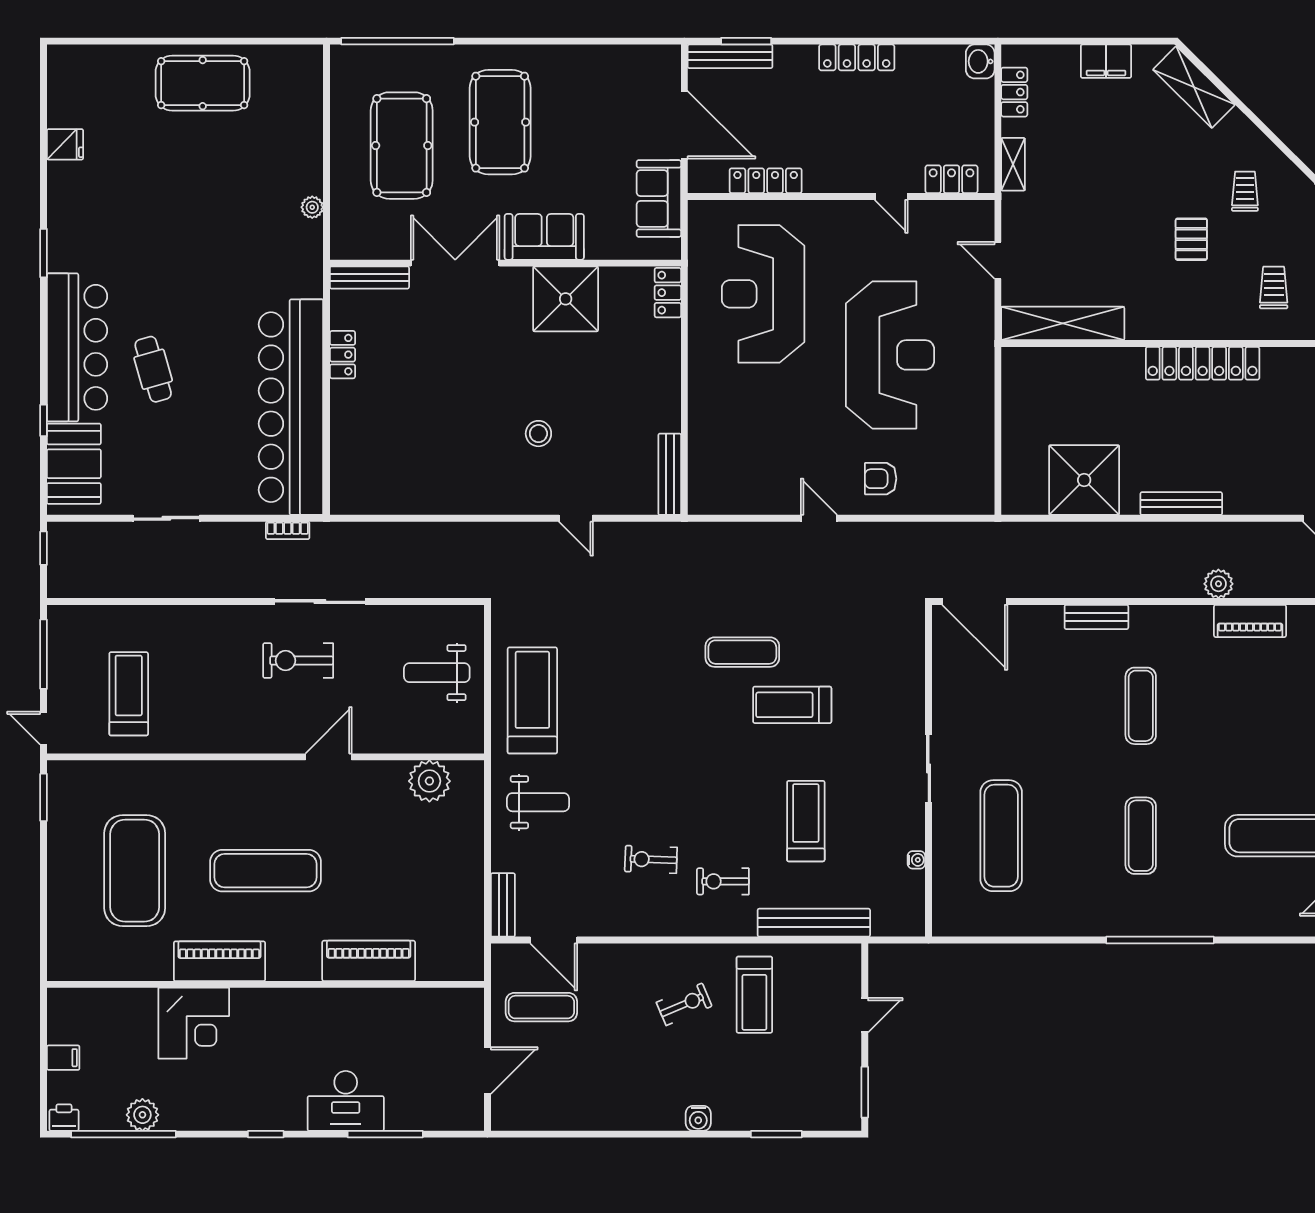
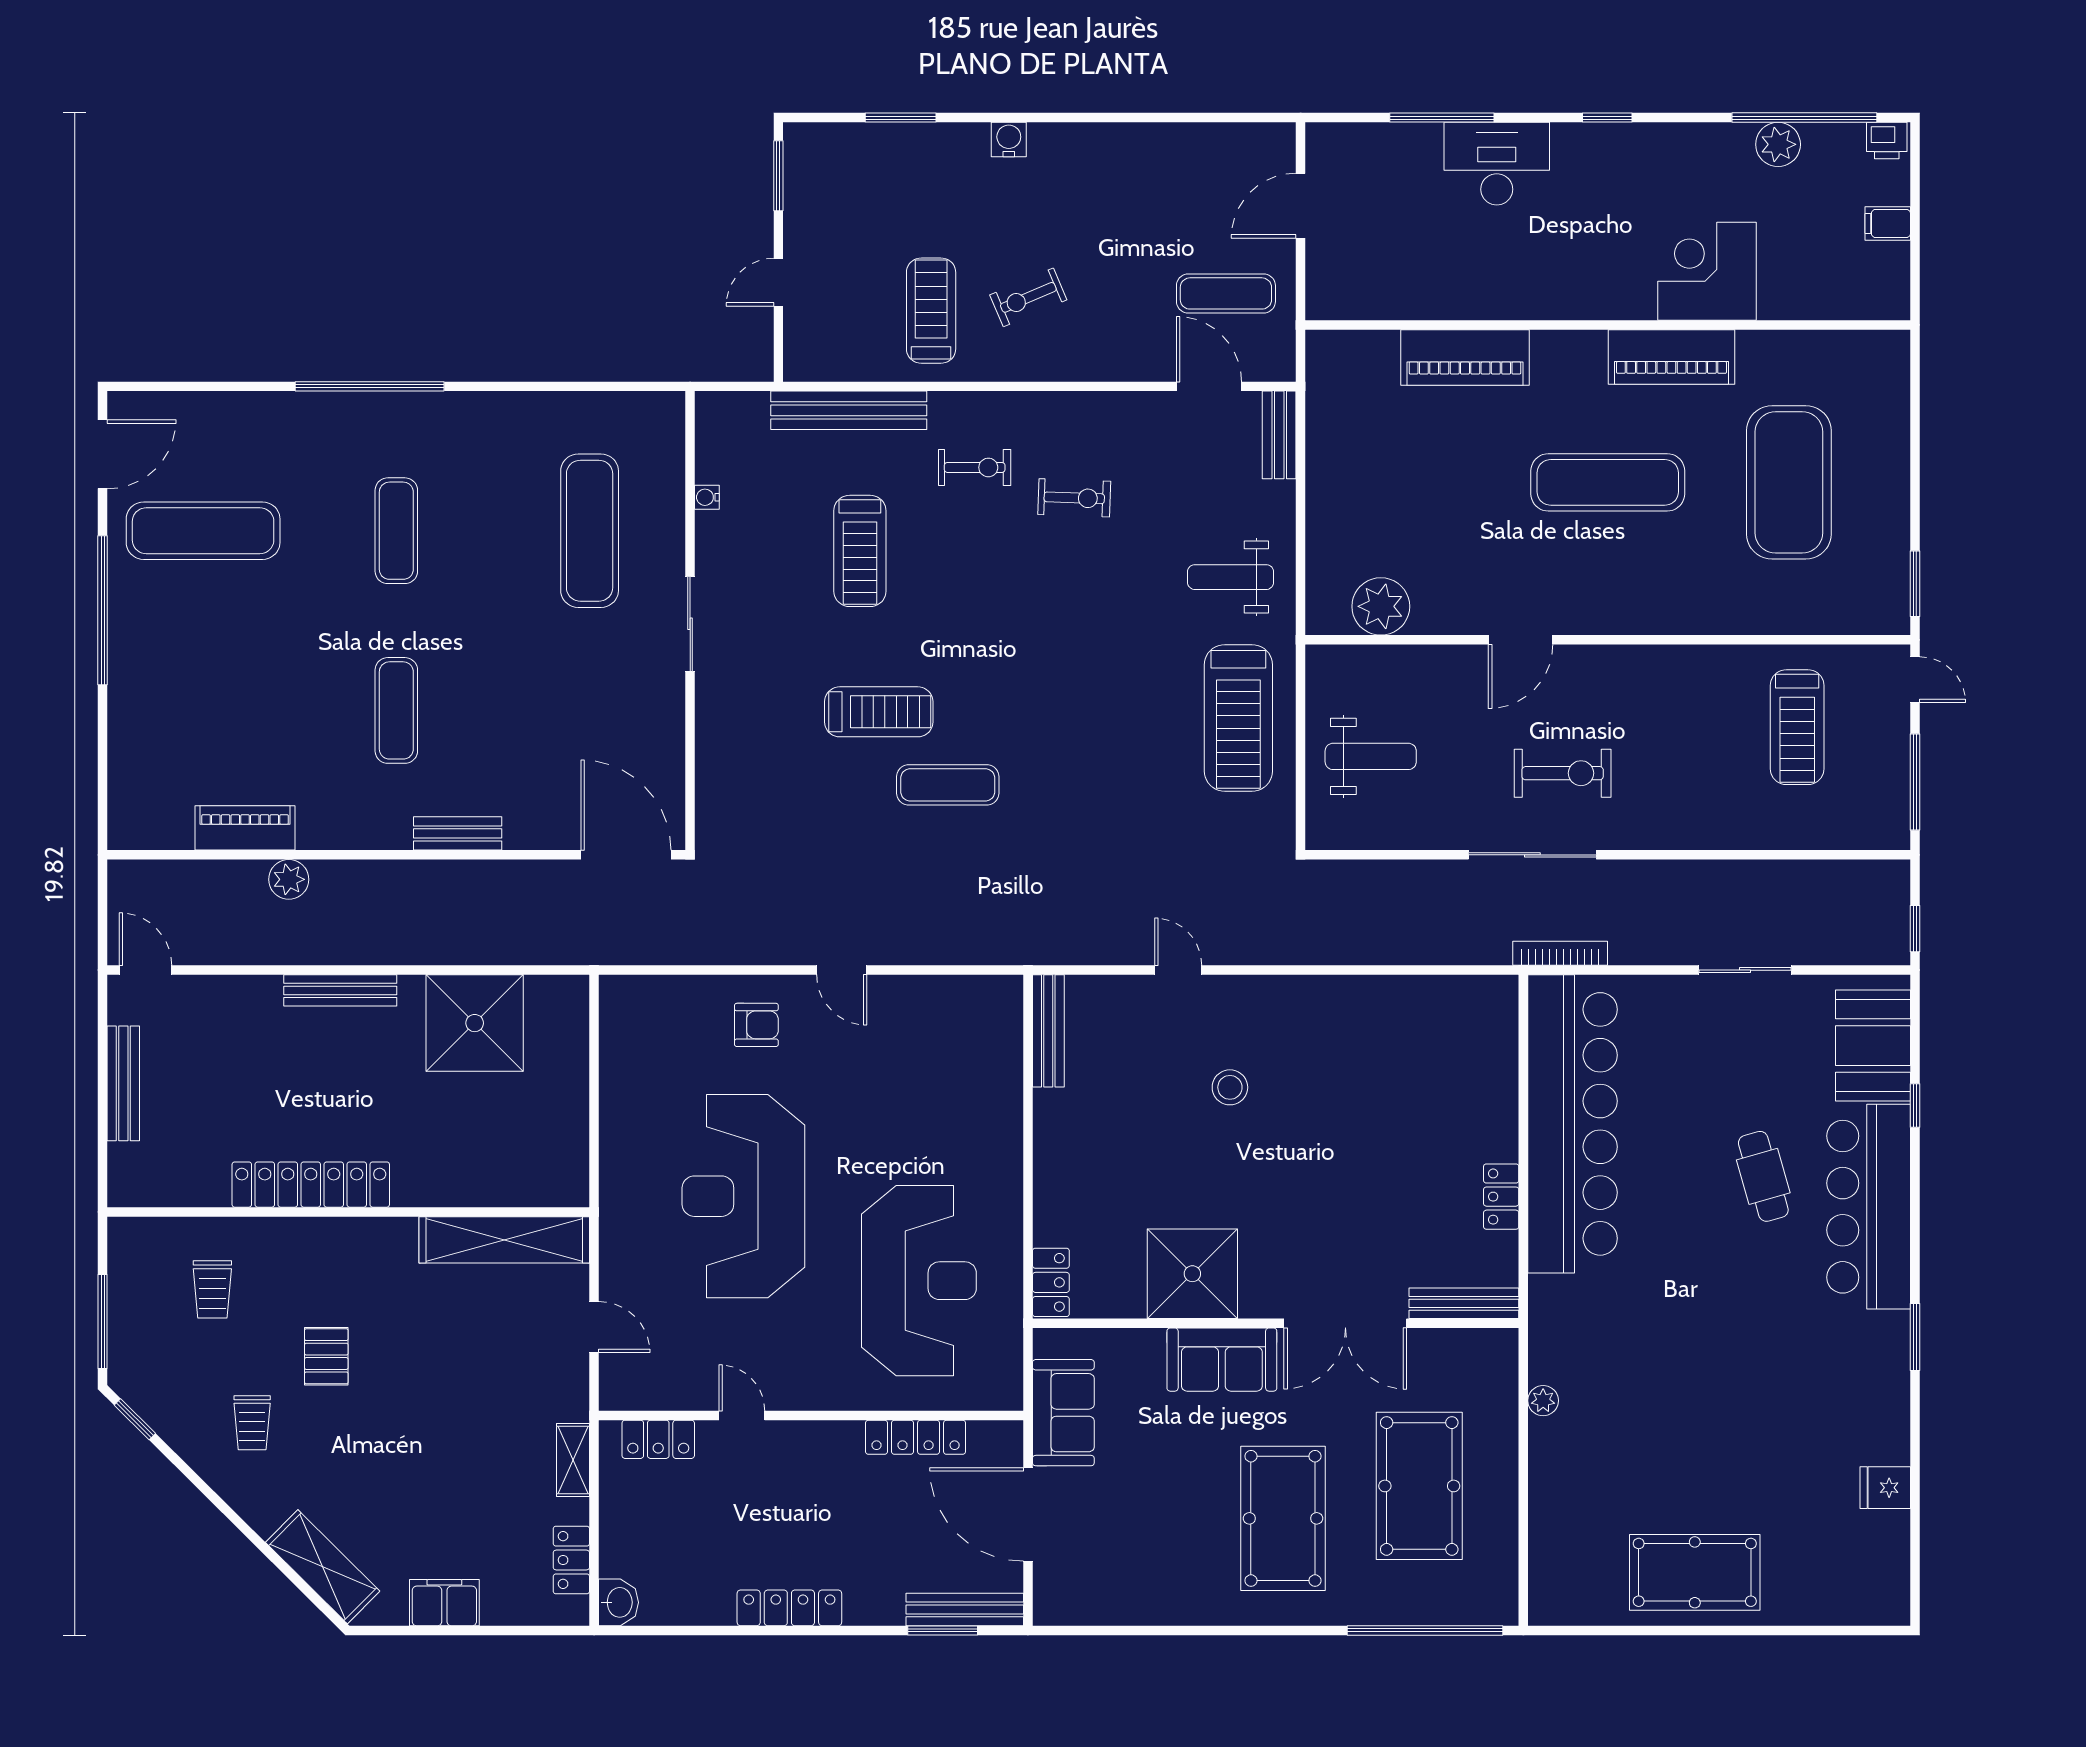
bookcase: (288, 530) -> (1560, 953), width x1.56

